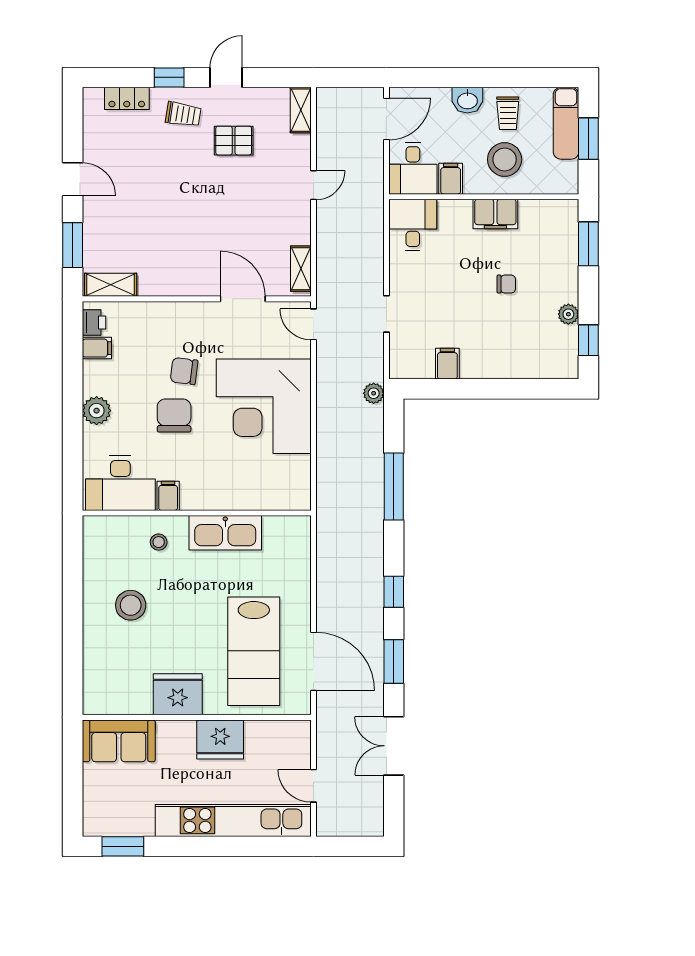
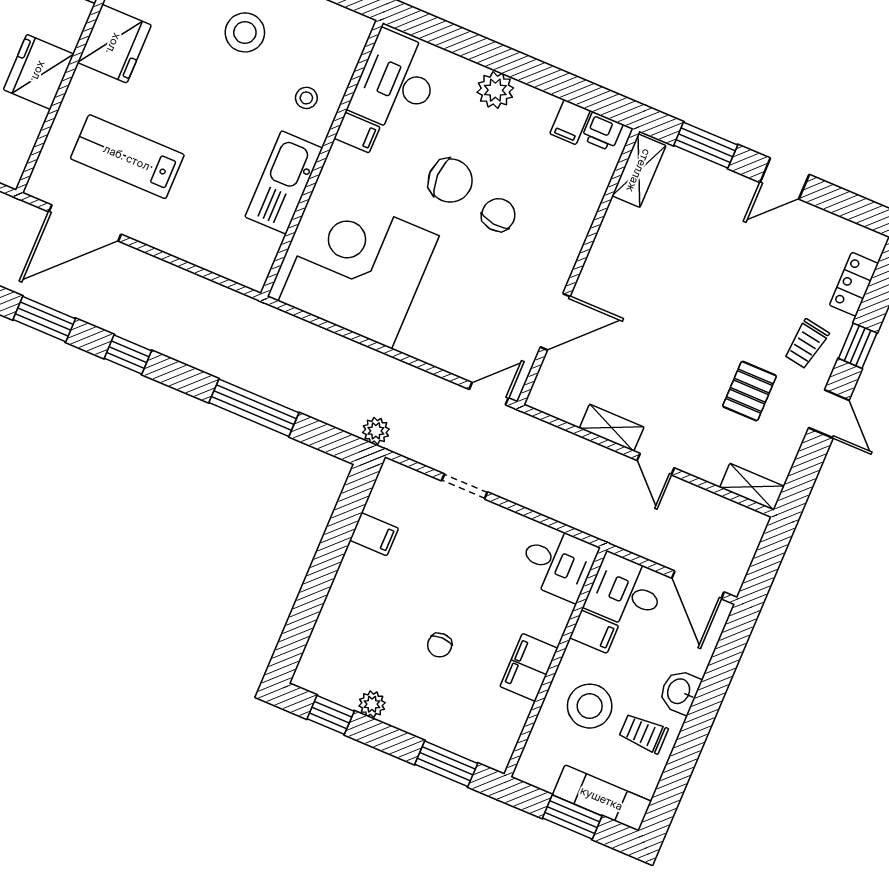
shelving: (301, 269) -> (612, 428), moved
corner desk: (264, 406) -> (359, 268), moved
lab bench: (254, 651) -> (127, 157), width x0.73, depth x0.72

